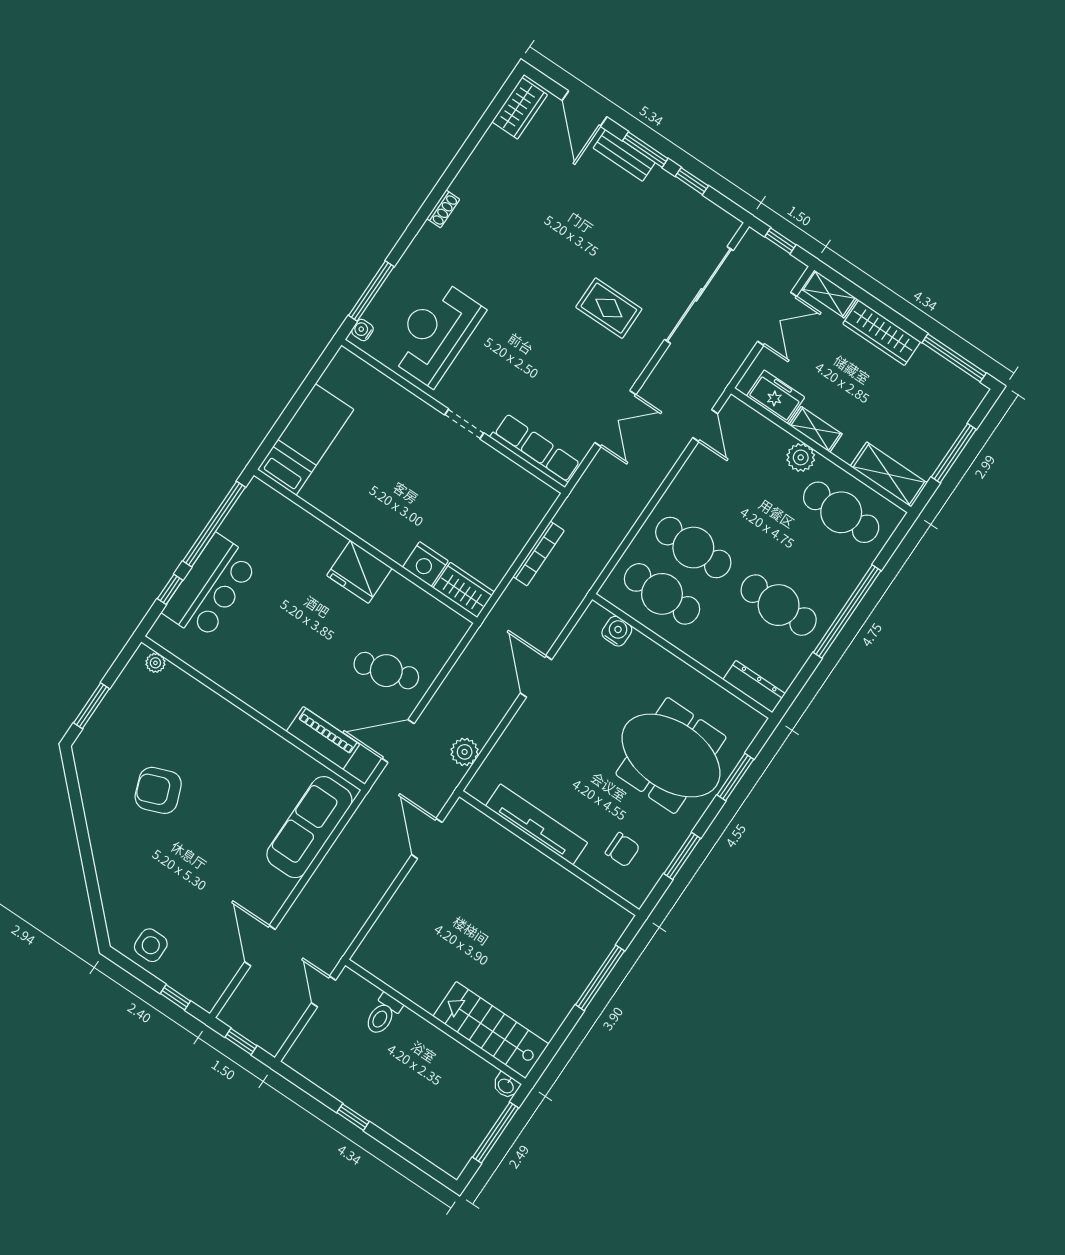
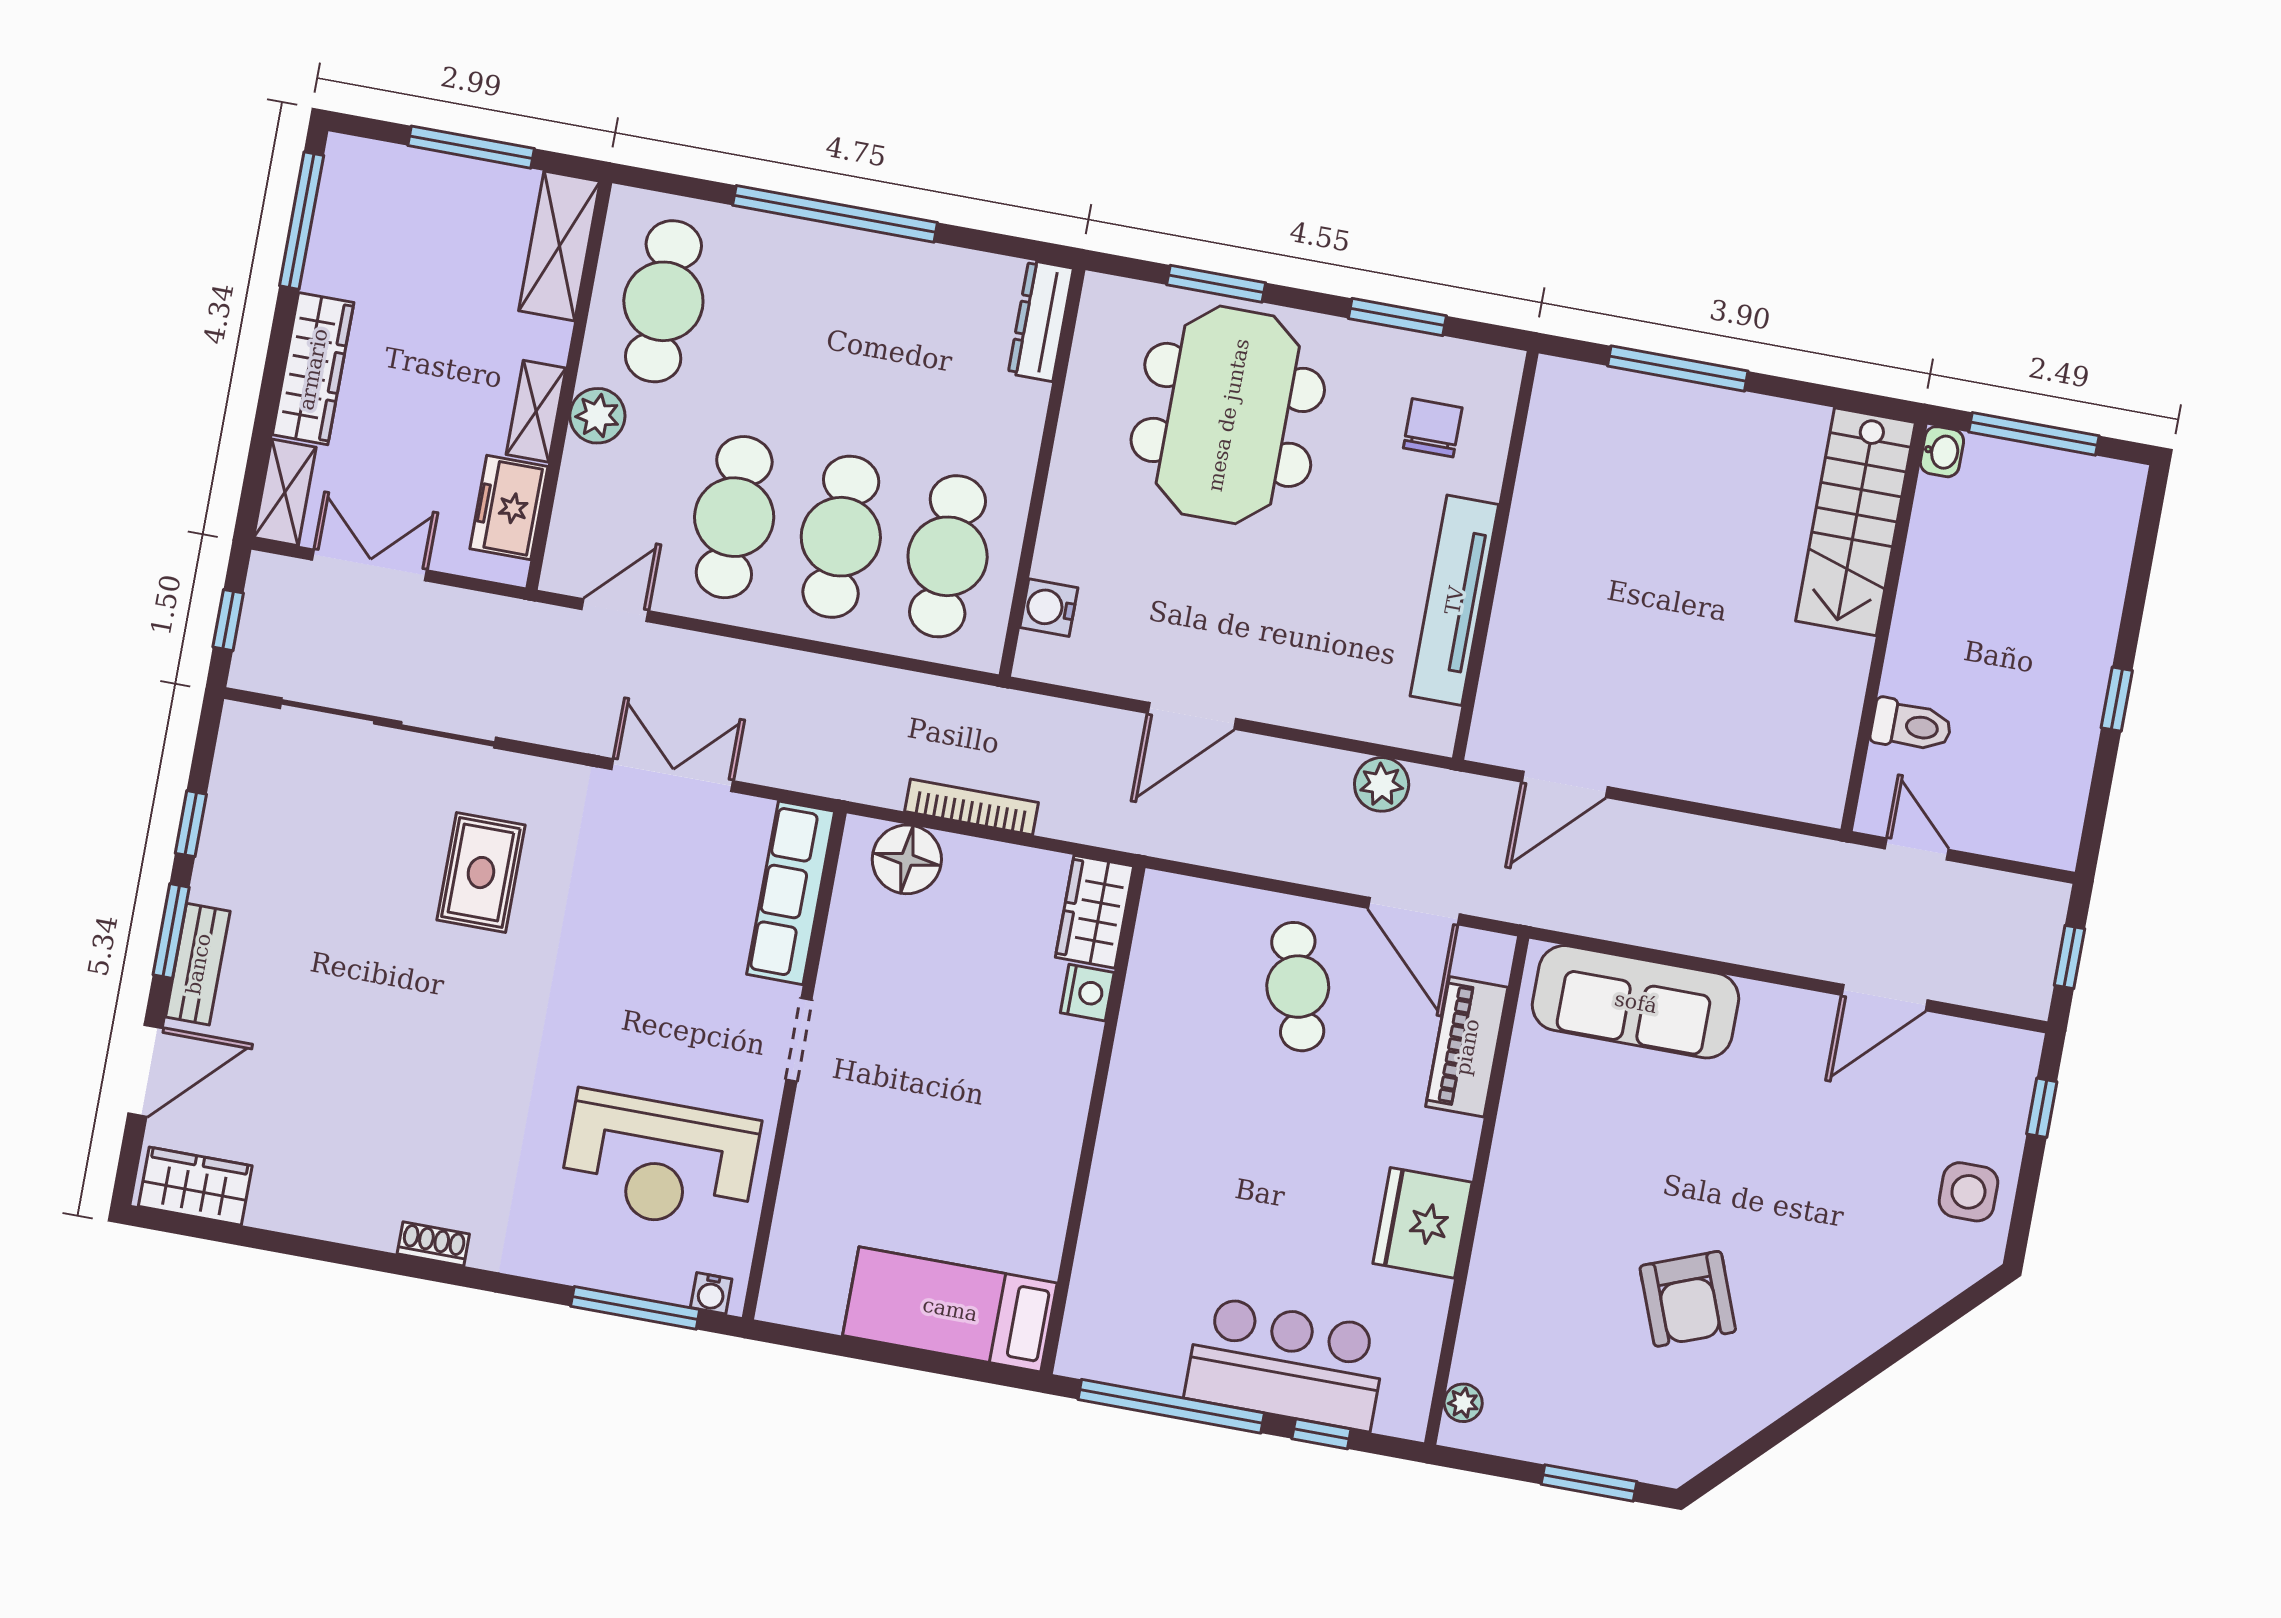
floor lamp: (527, 512) -> (907, 859), added
nightstand: (425, 564) -> (1087, 993), width x0.74, depth x0.75
fridge: (359, 572) -> (1422, 1223), moved, turned 180
cafe table: (779, 605) -> (734, 517), moved
door: (323, 992) -> (1917, 849), swing flipped

